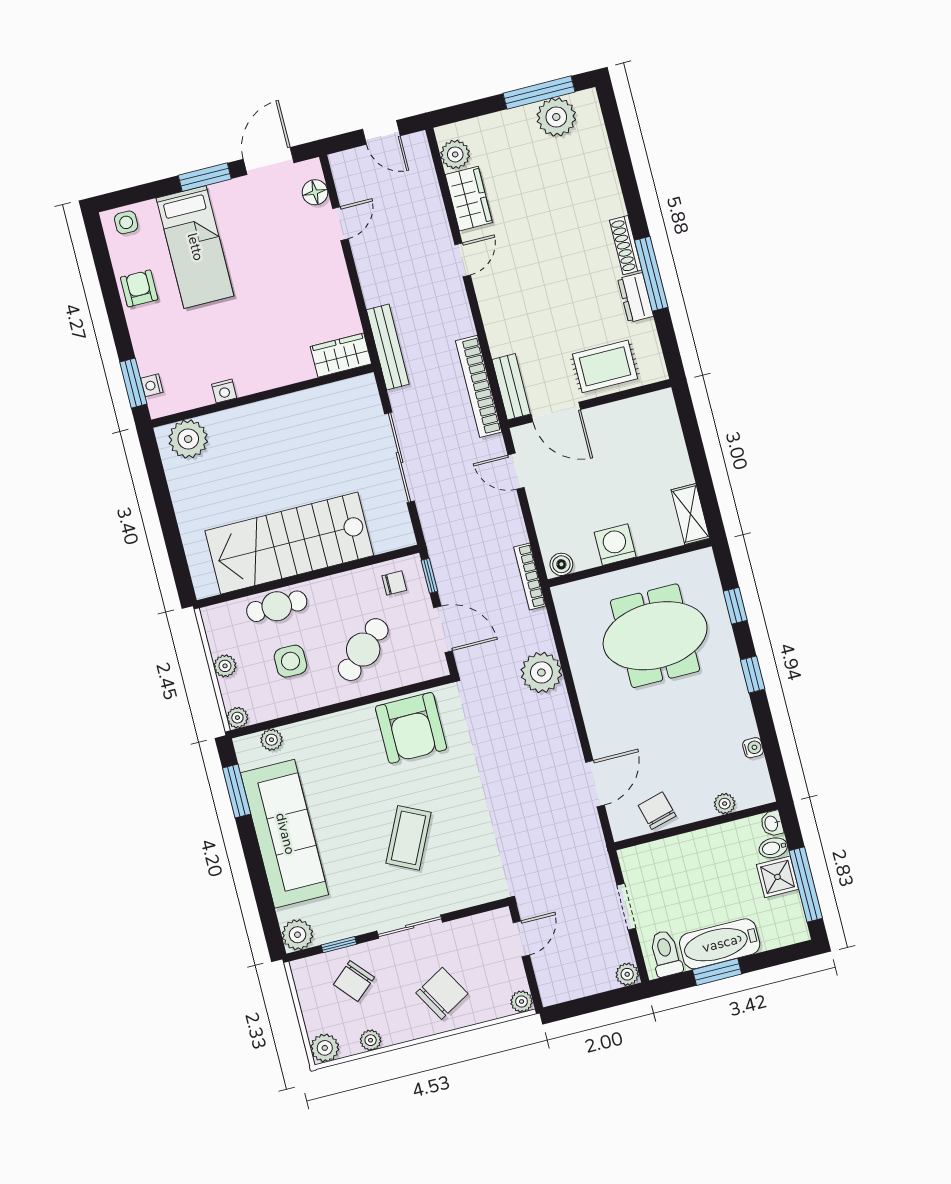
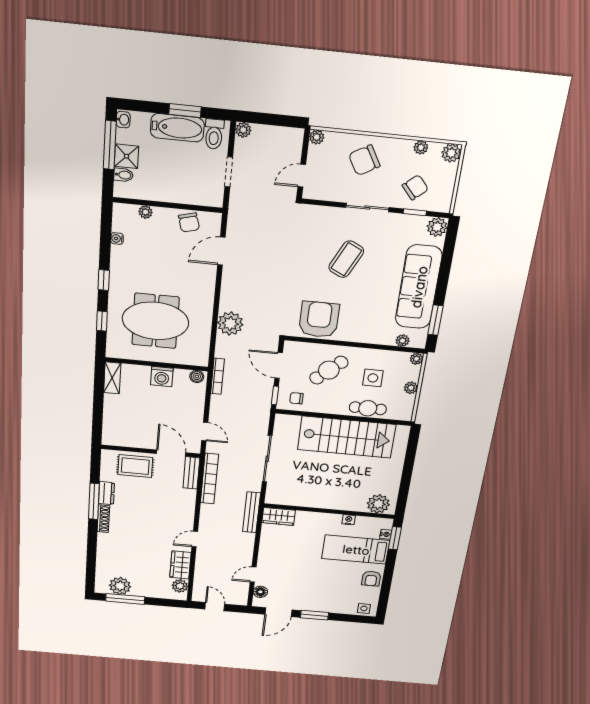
bed: (195, 247) -> (356, 550), moved, turned -90
washbasin: (772, 823) -> (123, 120), moved

